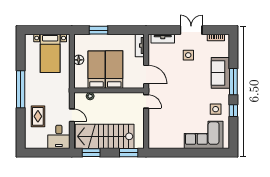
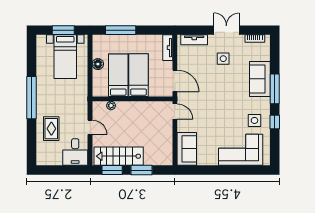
window: (48, 30) -> (63, 30), added
window: (98, 30) -> (121, 30), width x1.44
sofa: (156, 134) -> (187, 149), added
stairs: (105, 136) -> (119, 156), width x0.73, depth x0.66
window: (129, 153) -> (141, 170), moved

